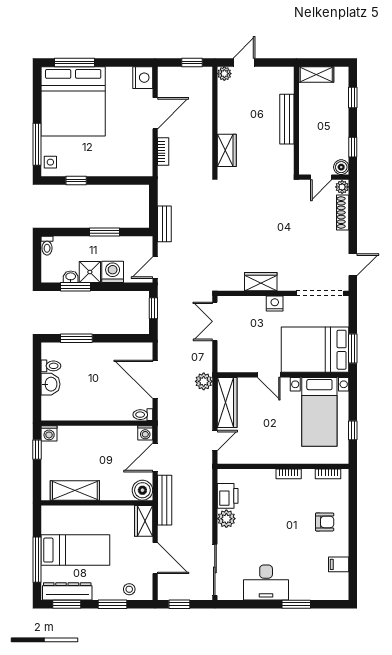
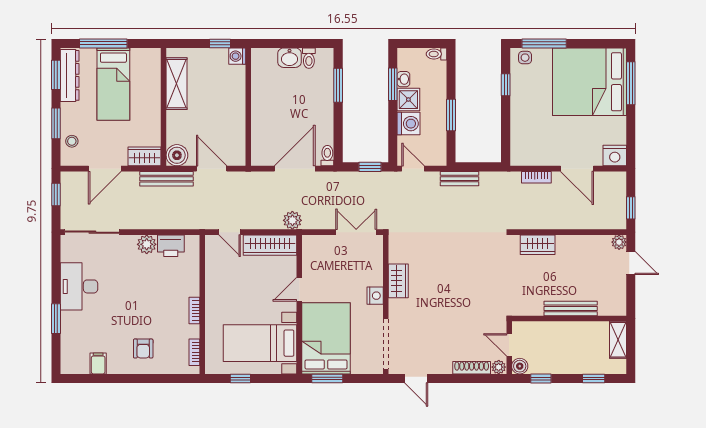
toilet: (143, 415) -> (327, 156), moved
washing machine: (145, 433) -> (238, 158), removed

